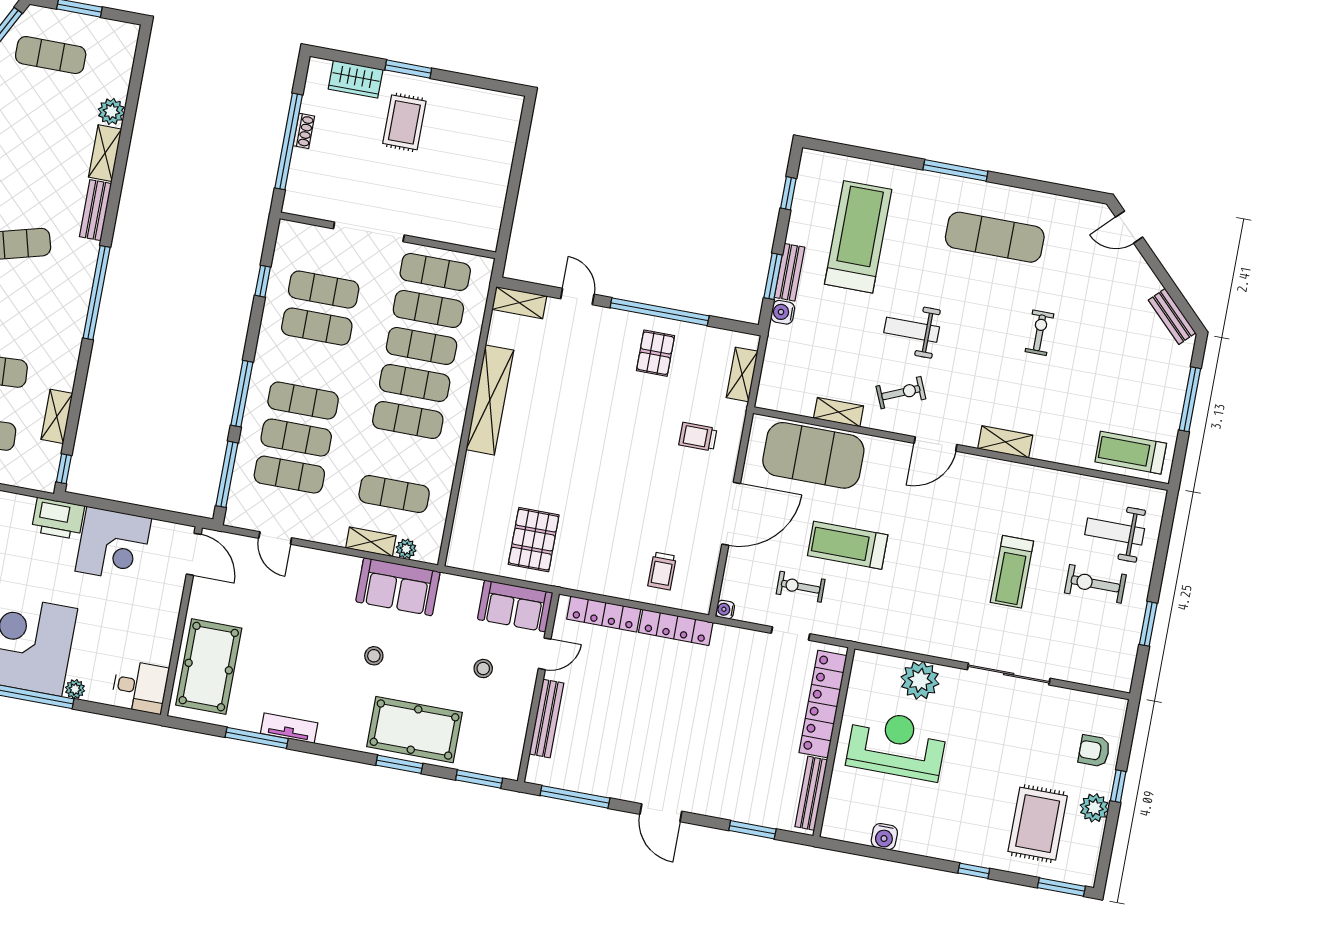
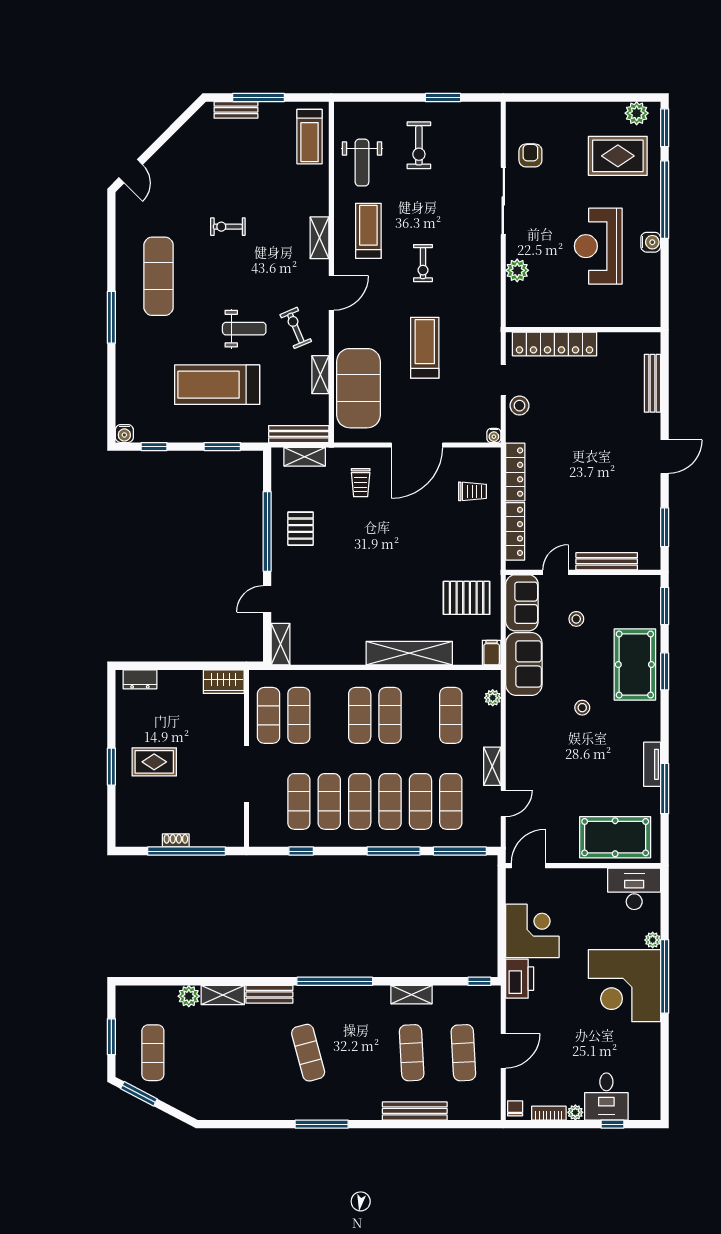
wardrobe: (356, 79) -> (224, 682), moved, turned 90
dresser: (508, 124) -> (140, 679), added
treadmill: (858, 237) -> (217, 385), moved
bench: (790, 272) -> (299, 434), moved, width x1.36
water cooler: (783, 312) -> (124, 434), moved
bench: (1172, 316) -> (236, 110), moved, turned 45
weight bench: (912, 330) -> (244, 329), turned -90
exercise mat: (422, 346) -> (360, 801), moved
pallet: (656, 353) -> (301, 529), turned 90
shelving: (490, 400) -> (409, 653), moved
shelving: (57, 416) -> (412, 995), moved
door: (936, 444) -> (331, 293), hinge flipped
door: (731, 514) -> (417, 445), swing flipped
weight bench: (1115, 532) -> (362, 163), moved
shelving: (371, 542) -> (492, 766), moved
treadmill: (848, 545) -> (425, 348), turned 180
filing cabinet: (461, 558) -> (492, 653), added
treadmill: (1012, 572) -> (368, 231), moved, turned -90
sofa: (398, 587) -> (524, 664), moved
exercise bike: (801, 587) -> (423, 263), moved
stool: (756, 648) -> (520, 406), added
door: (545, 654) -> (556, 572), hinge flipped
plant: (920, 680) -> (517, 270), width x0.73, depth x0.73
desk: (140, 687) -> (634, 889), width x1.37
reception desk: (897, 745) -> (598, 246), moved
armchair: (1094, 751) -> (530, 155), moved, turned 180
window: (1118, 786) -> (576, 97), removed
bench: (811, 793) -> (653, 383), moved, turned 90
window: (575, 797) -> (665, 527), width x0.69
plant: (1094, 808) -> (637, 113), moved
window: (752, 830) -> (665, 381), removed
water cooler: (884, 837) -> (651, 242), moved
window: (974, 871) -> (665, 200), width x3.17

